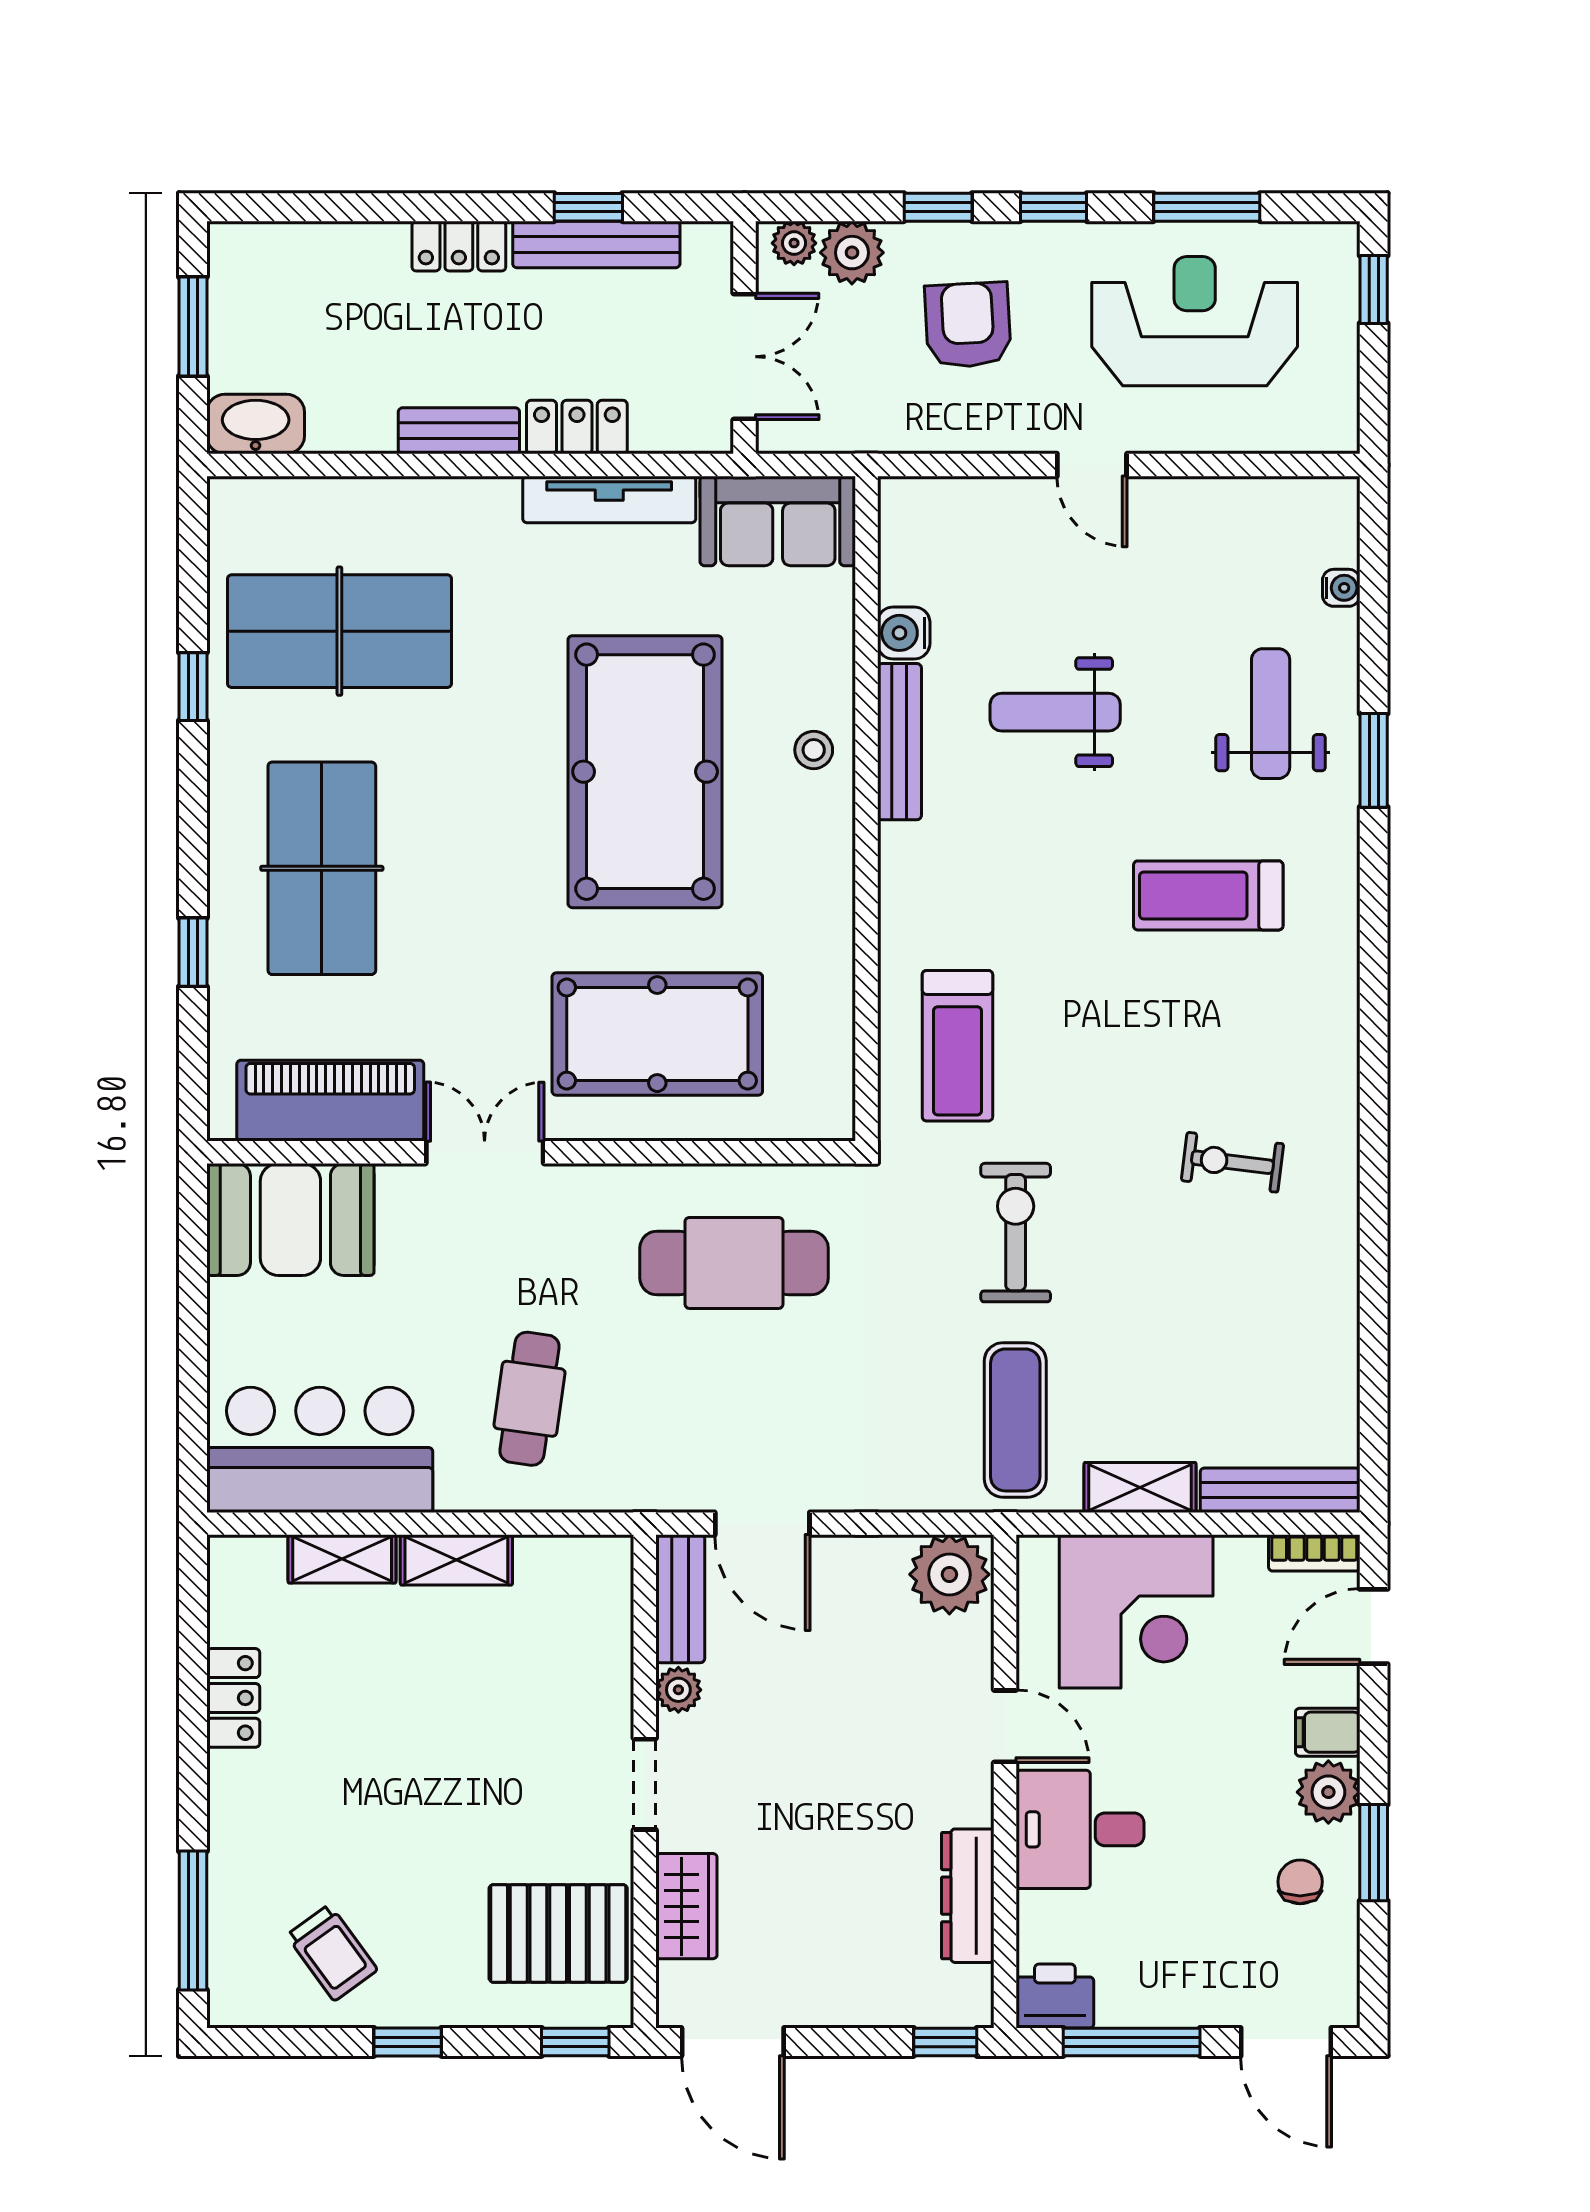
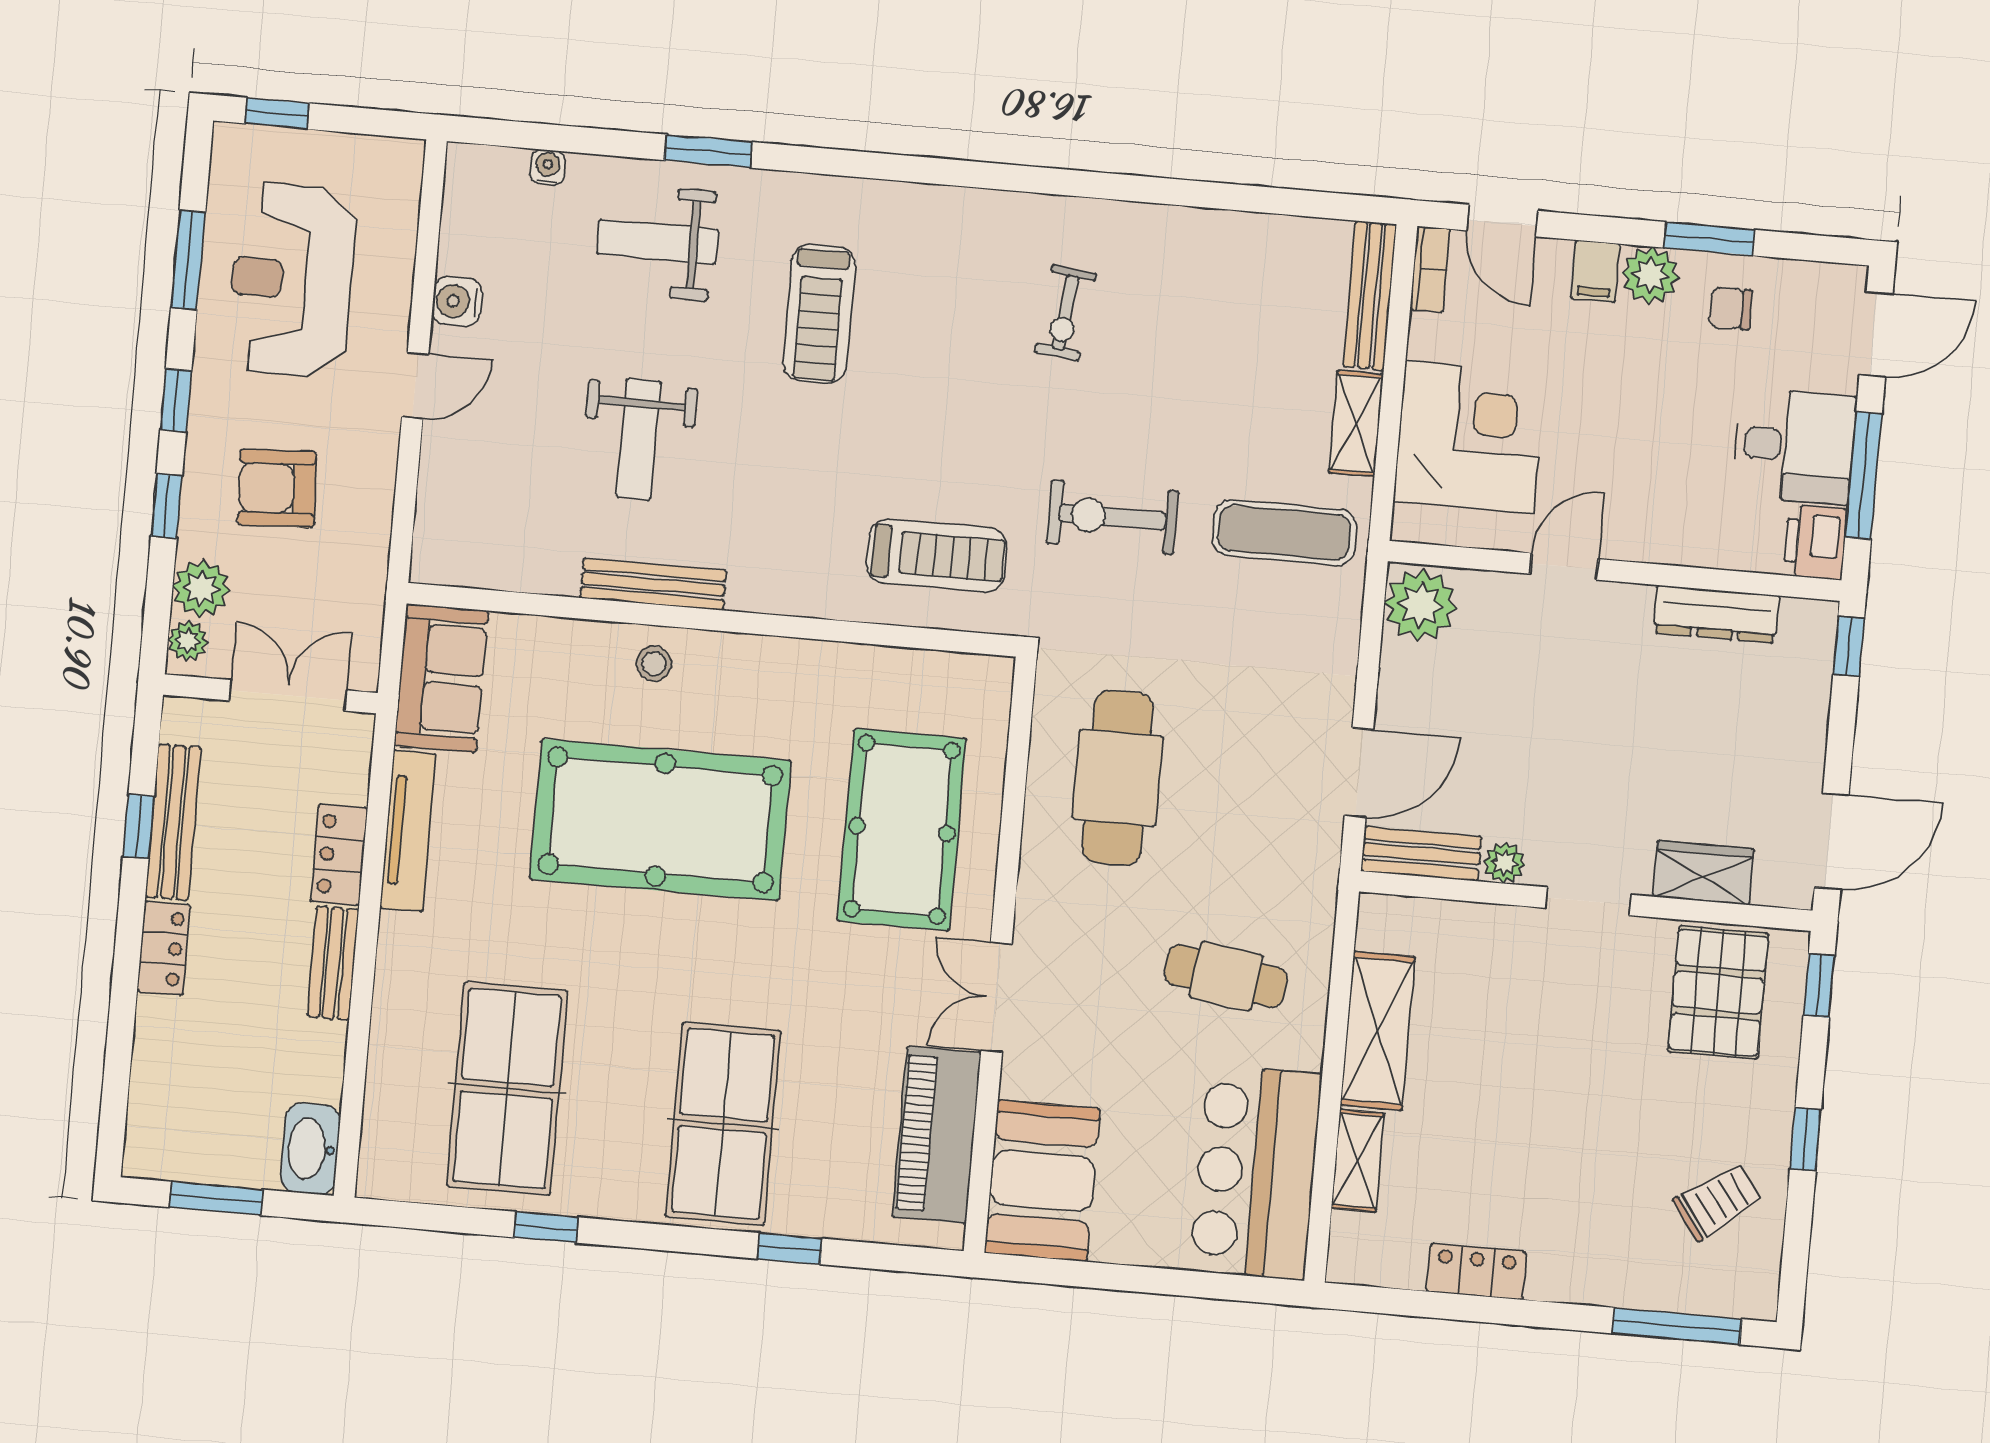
water cooler: (904, 633) -> (457, 301), moved, turned 90
table tennis table: (322, 868) -> (723, 1124), turned 90
shelving: (456, 1560) -> (1378, 1031), width x1.50, depth x1.33
desk: (1080, 1829) -> (1794, 446), moved, turned -90

